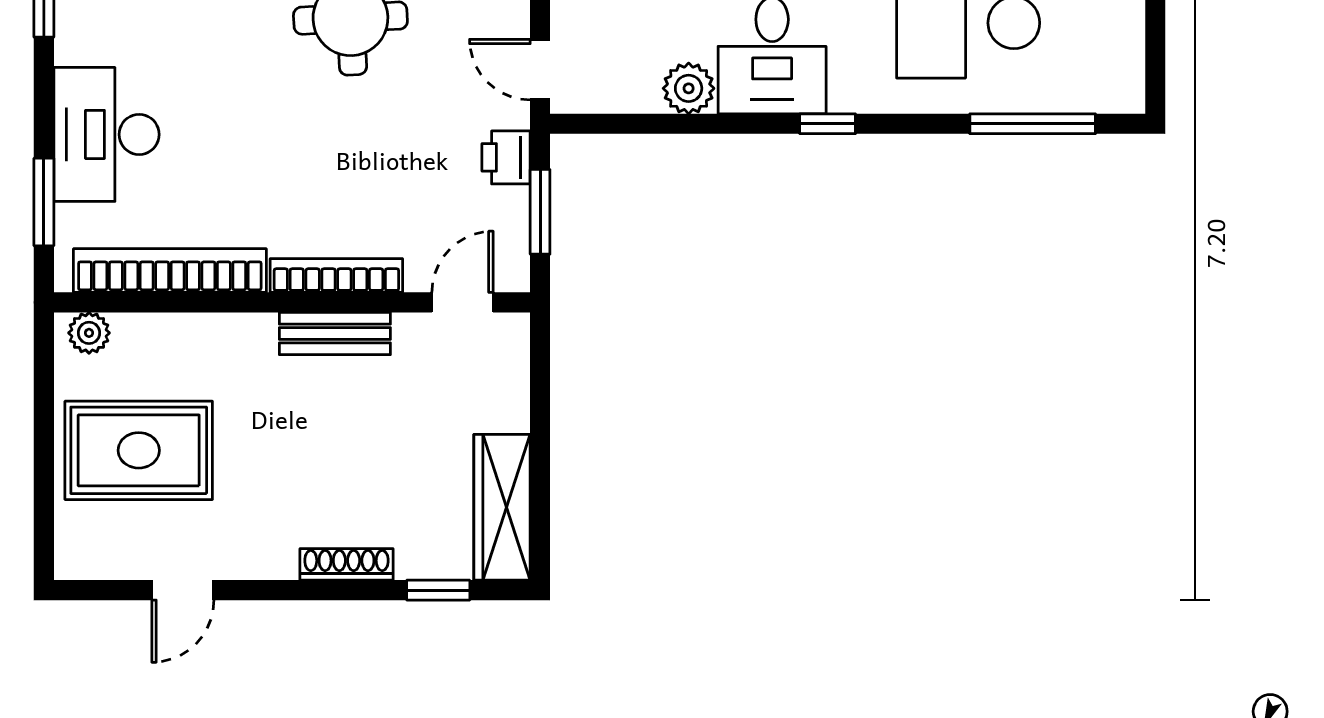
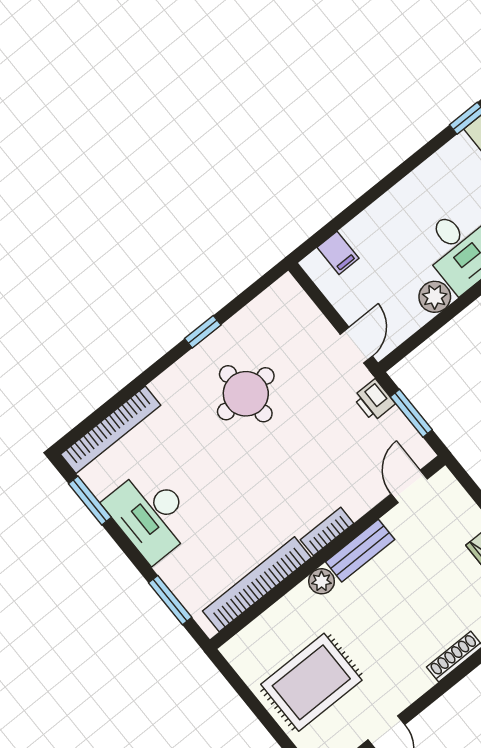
door: (540, 70) -> (356, 345), swing flipped
desk: (106, 134) -> (151, 515), moved
bookcase: (336, 276) -> (327, 532), width x0.64
plant: (89, 333) -> (322, 581), moved

